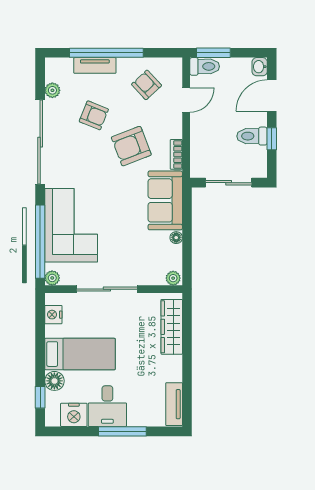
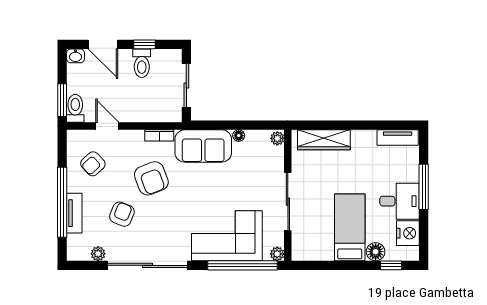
nightstand: (53, 315) -> (312, 253), removed

